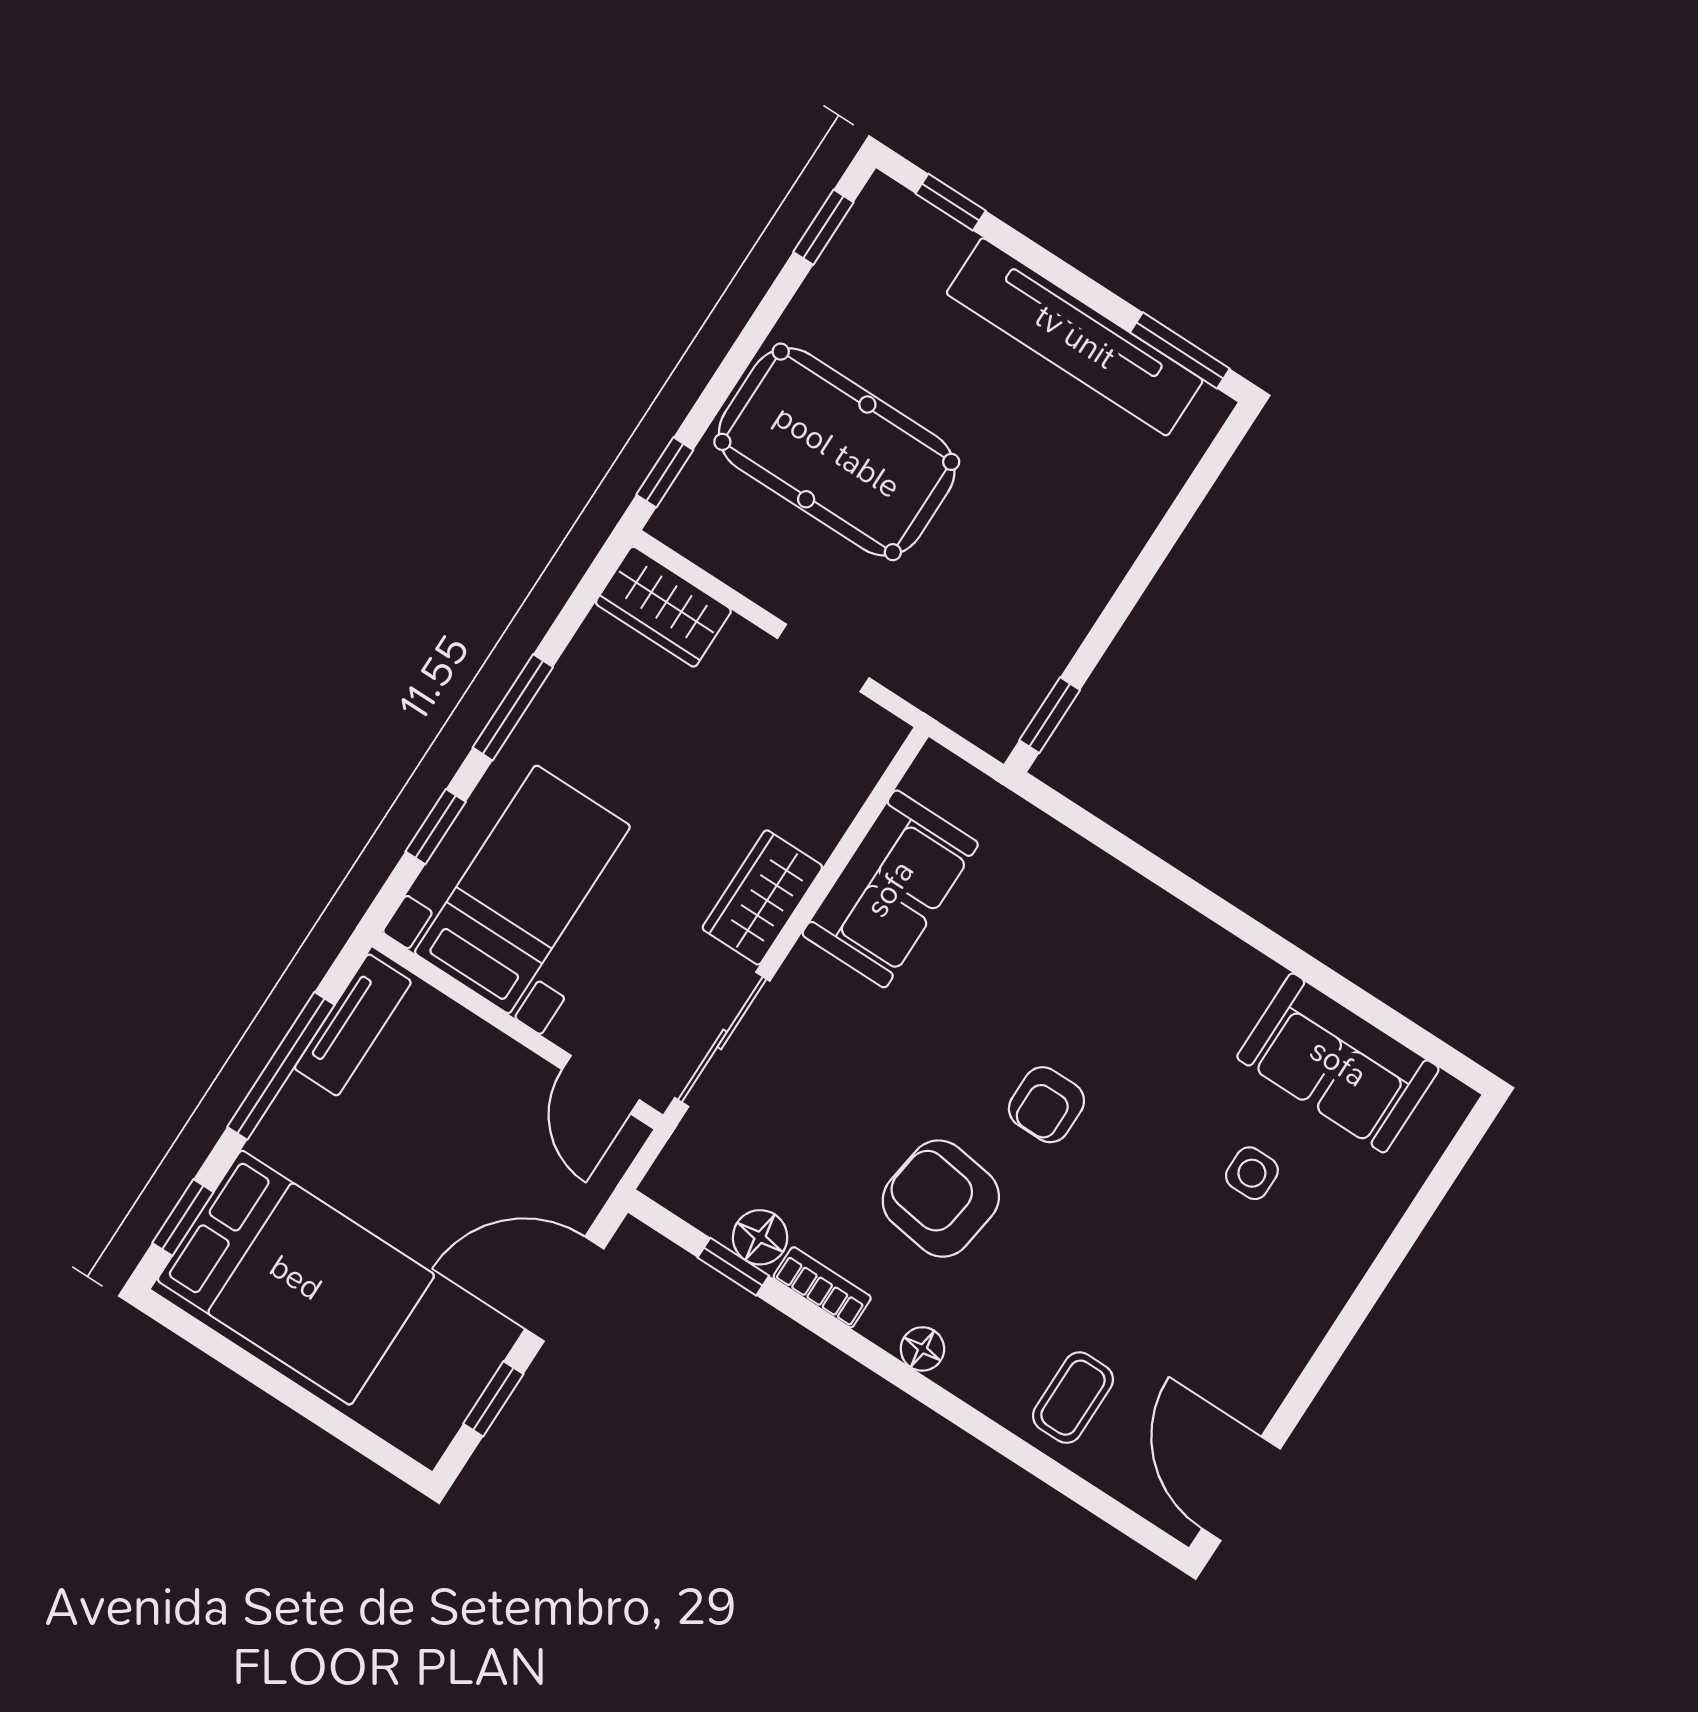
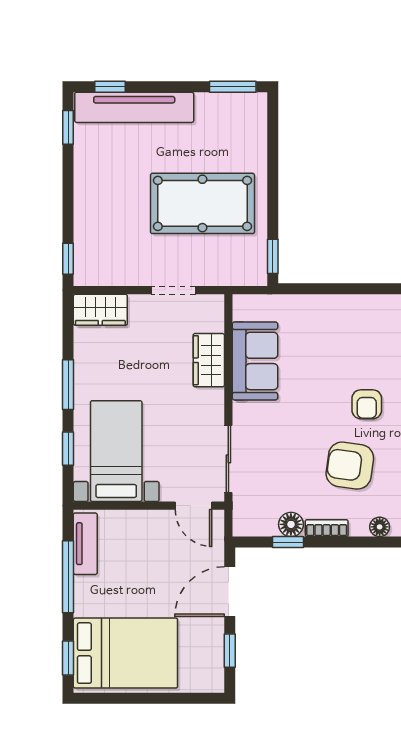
tv unit: (1075, 337) -> (134, 107), moved
pool table: (837, 452) -> (202, 203), moved
wardrobe: (762, 897) -> (209, 360), moved

